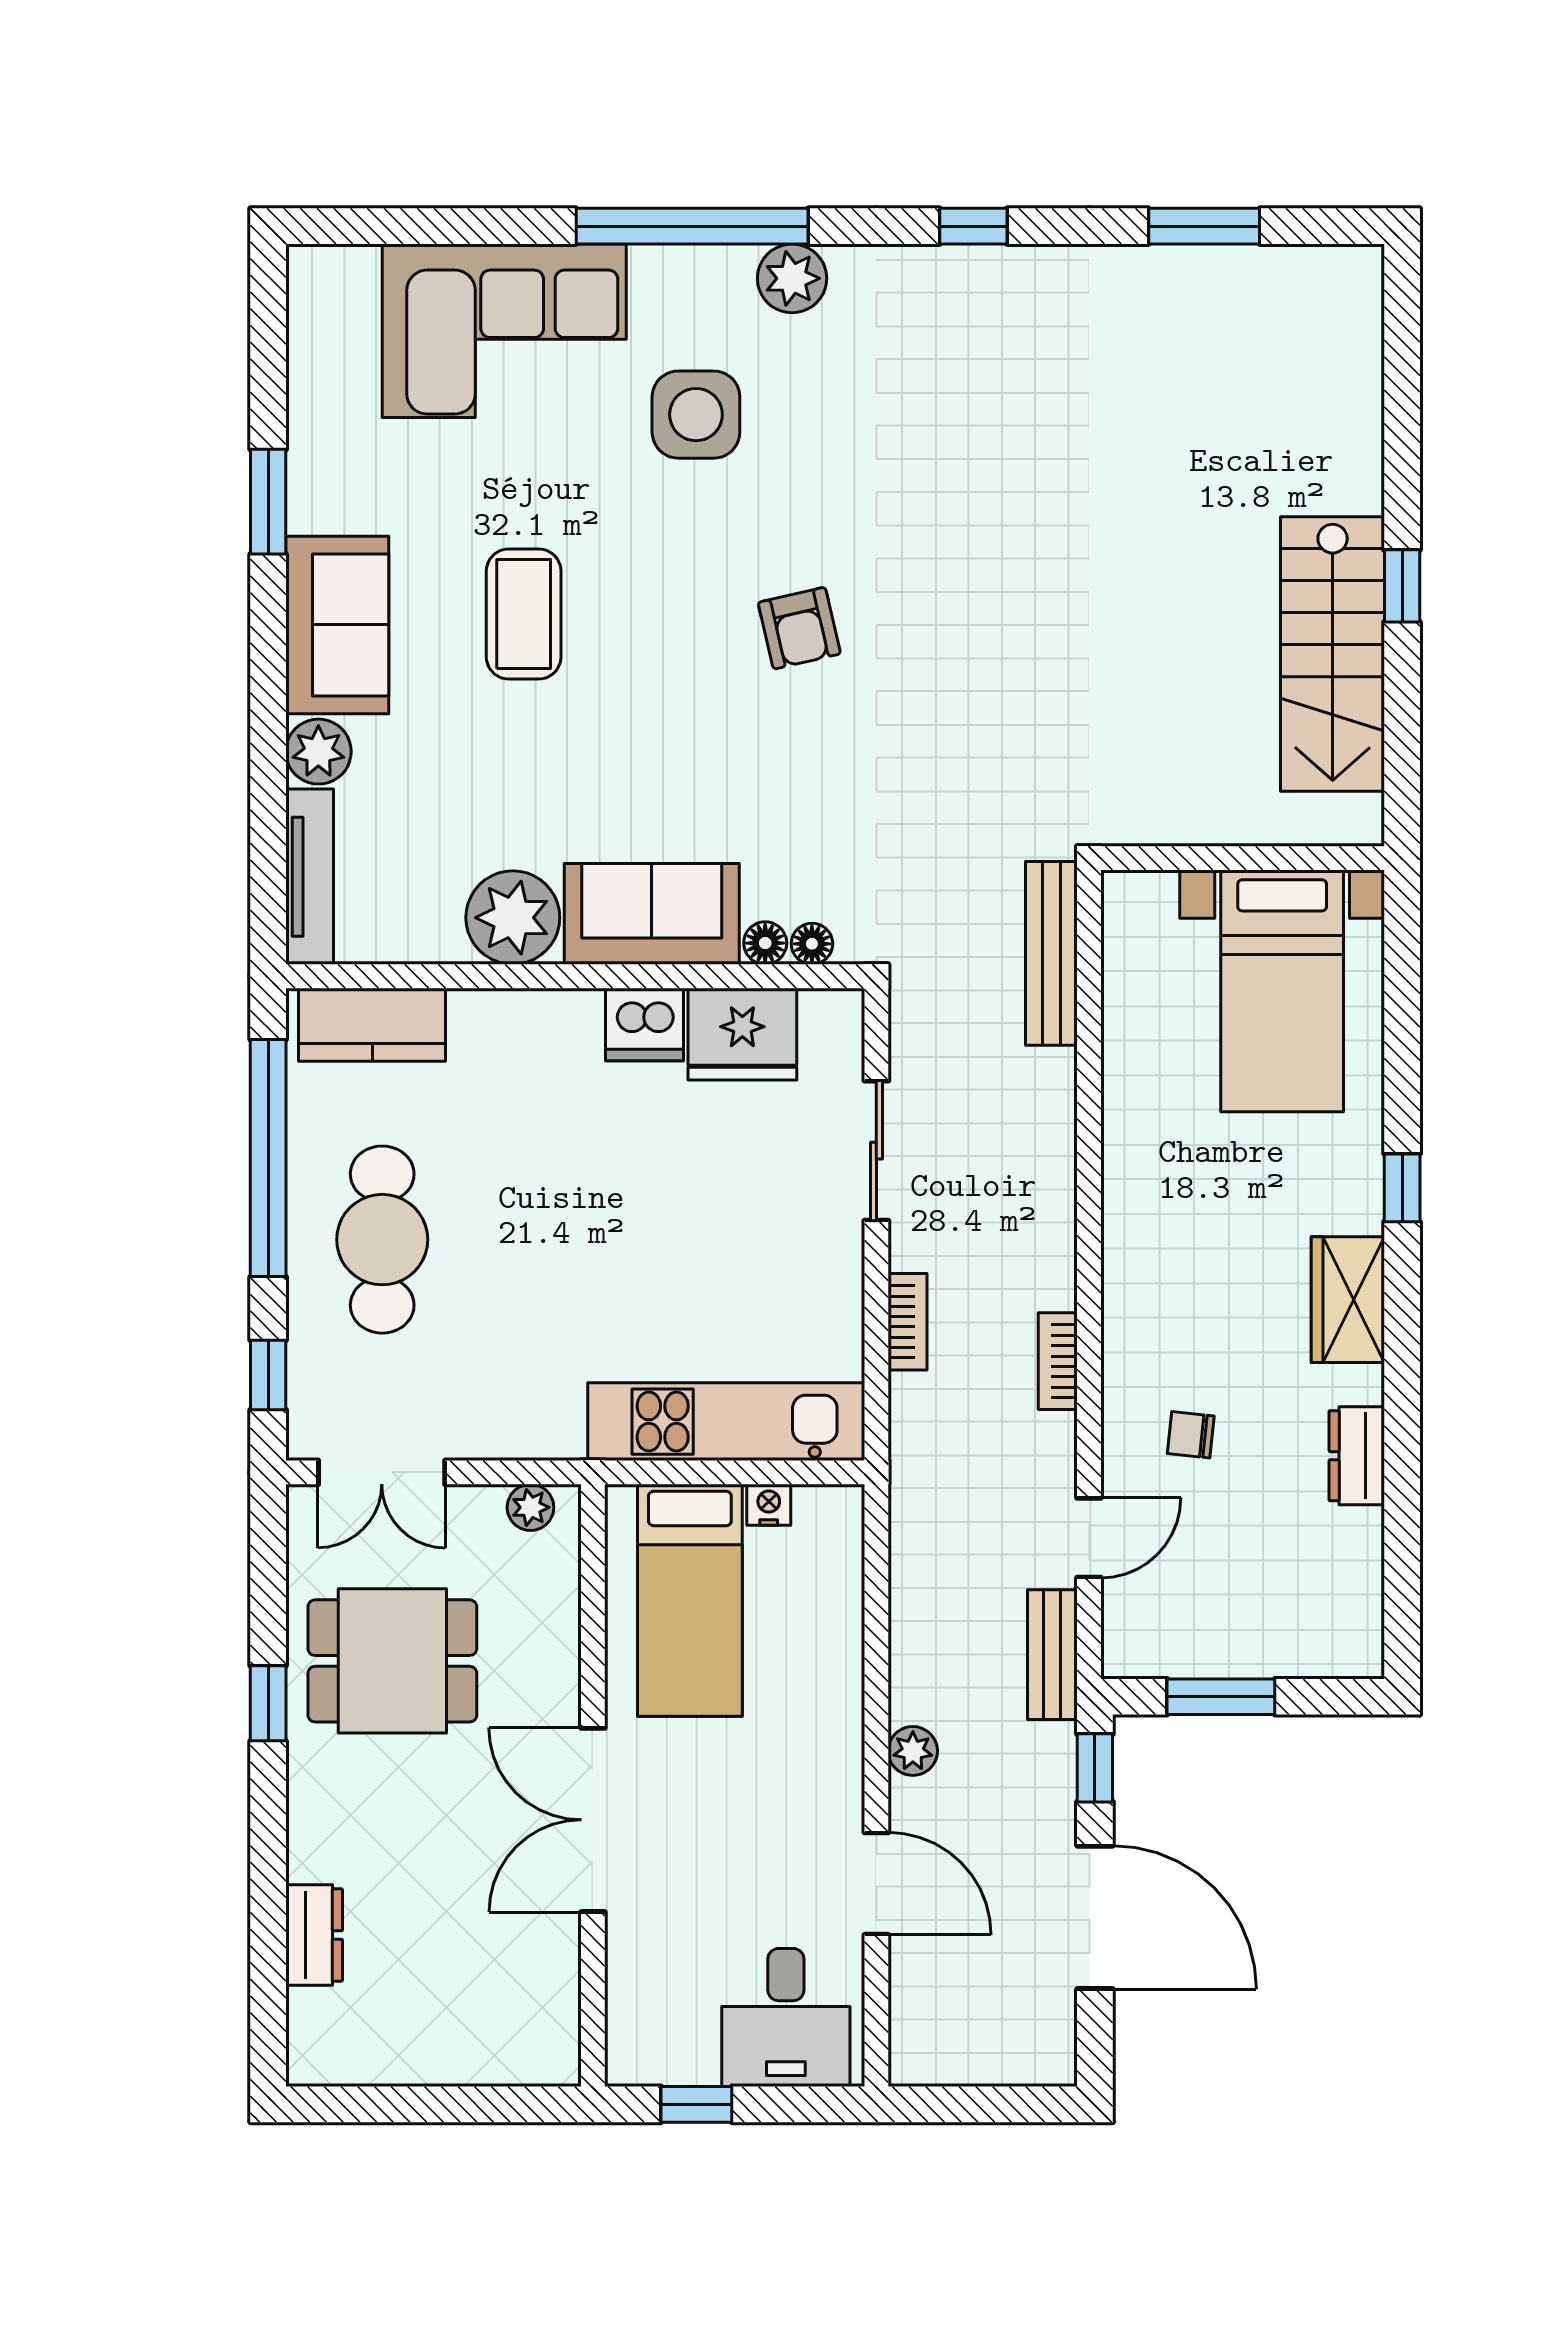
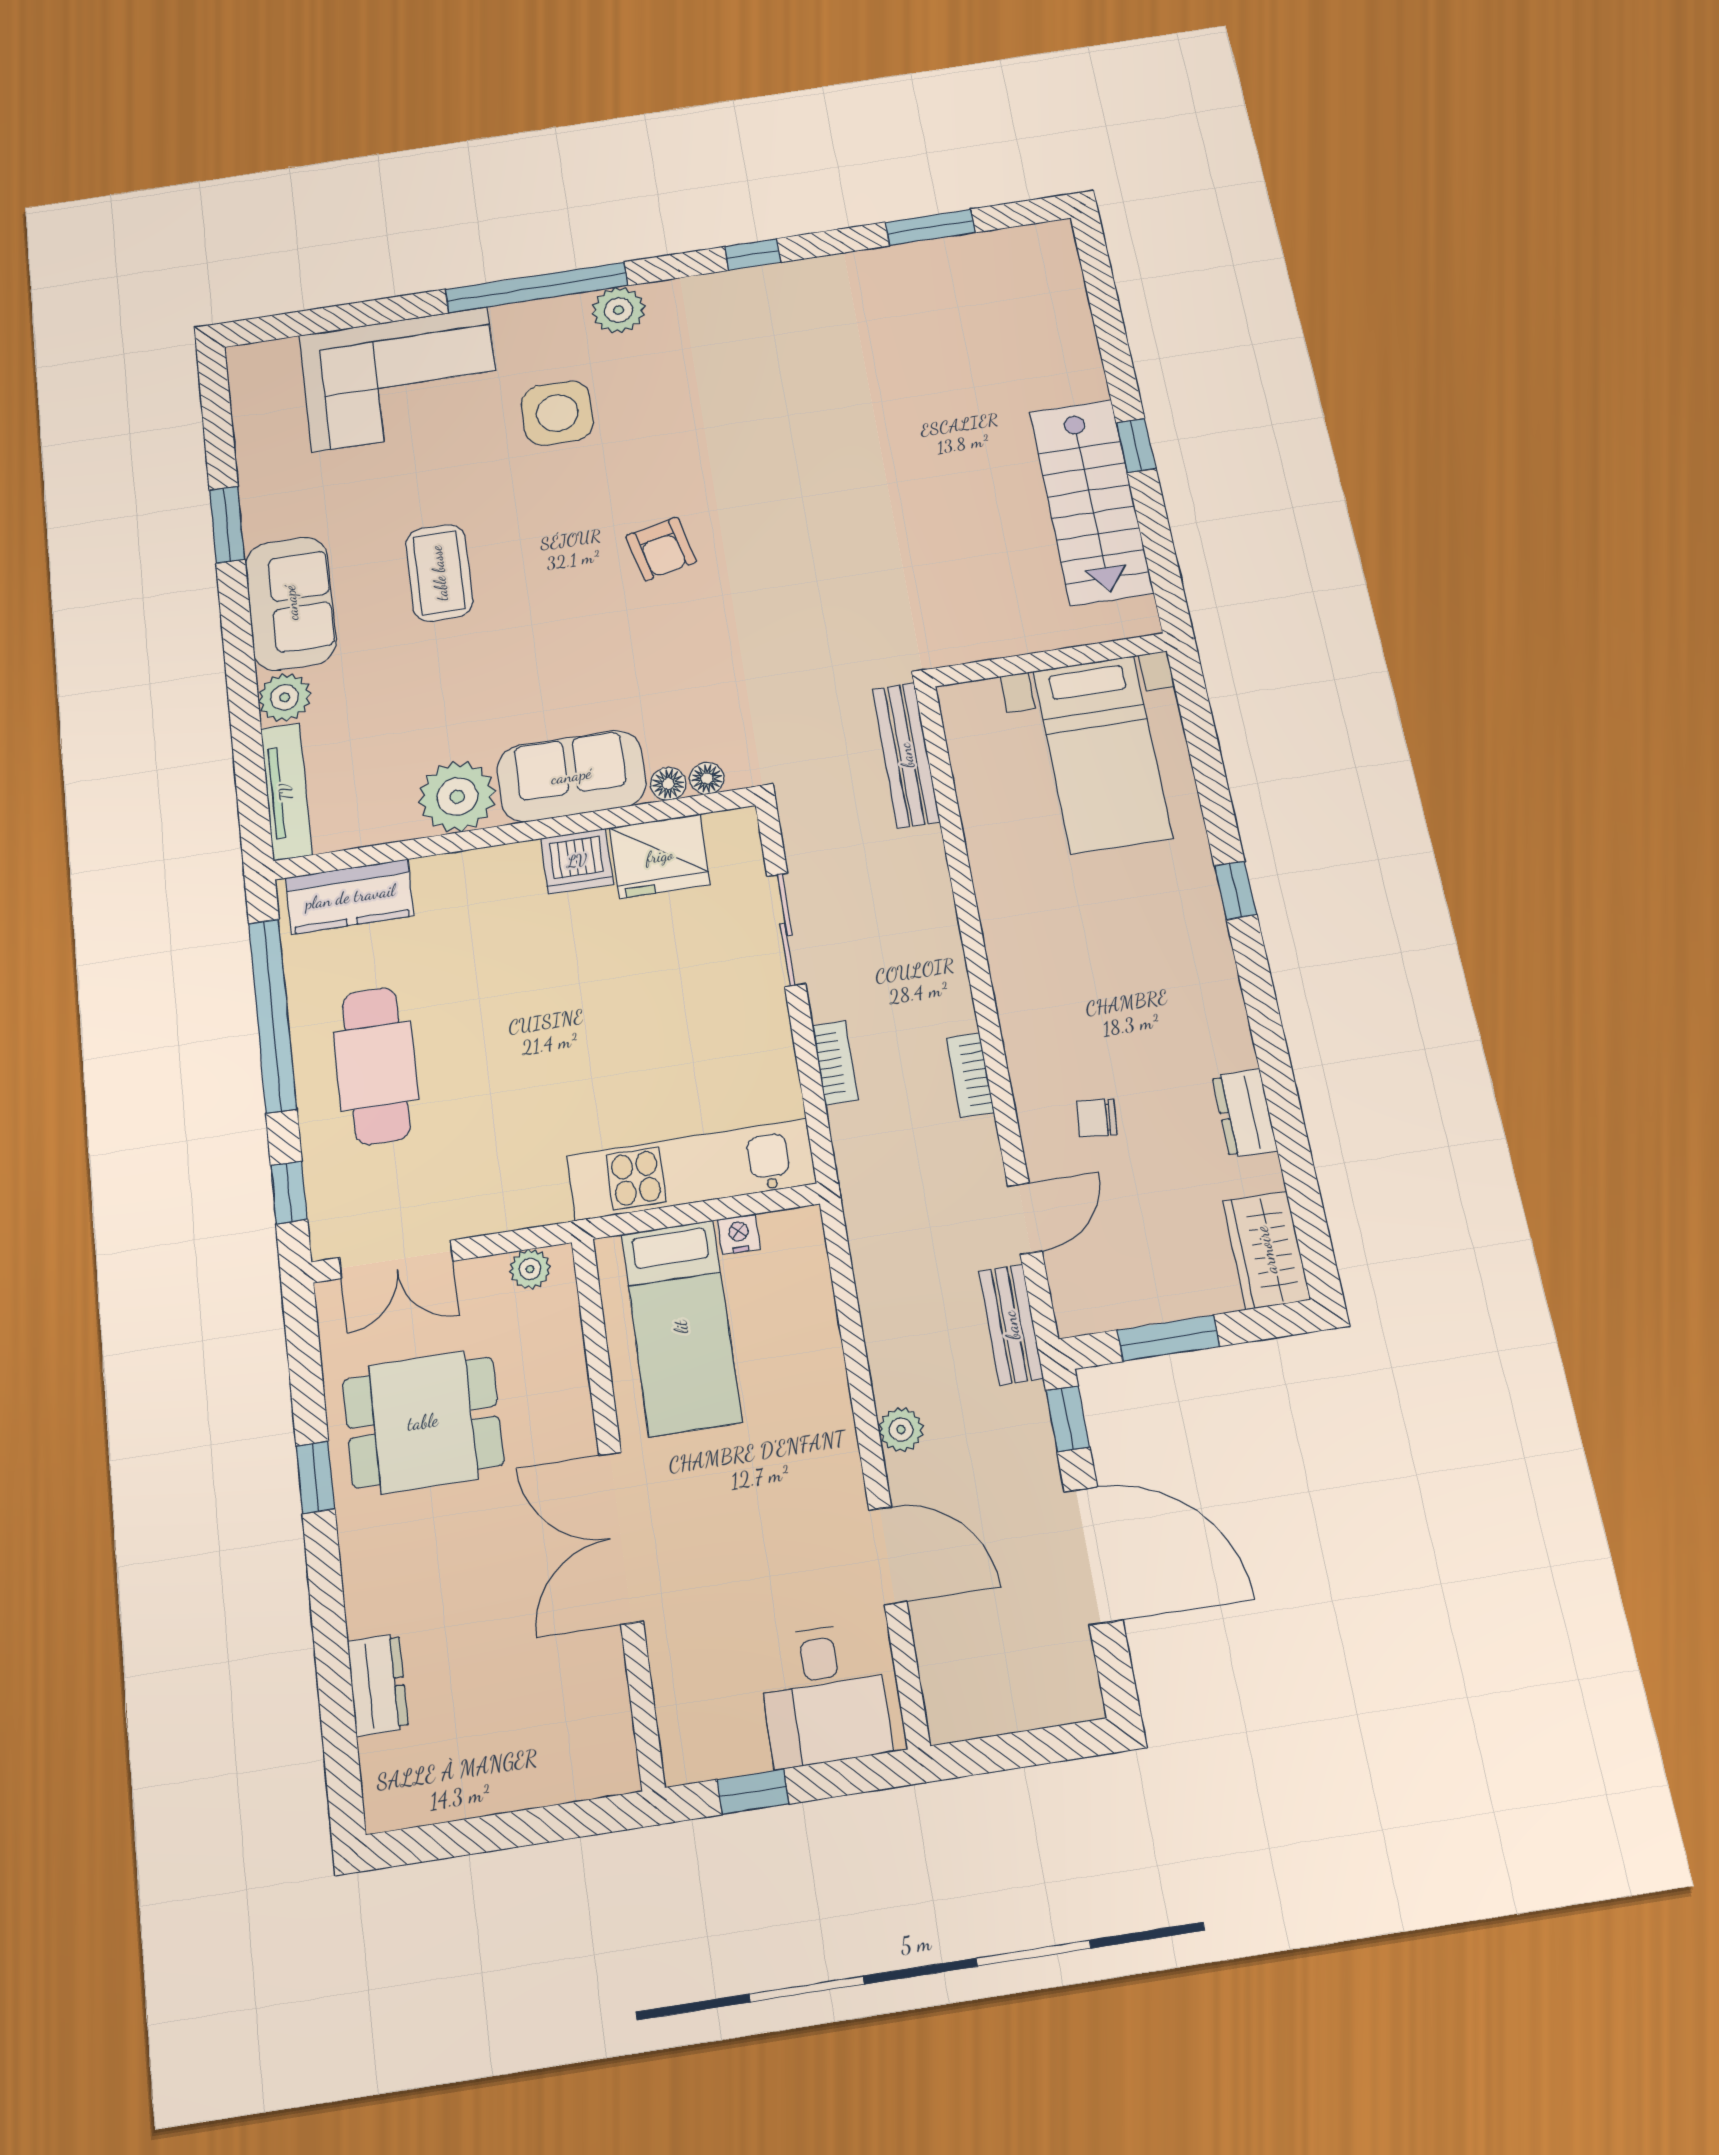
wardrobe: (1348, 1300) -> (1266, 1250), moved

